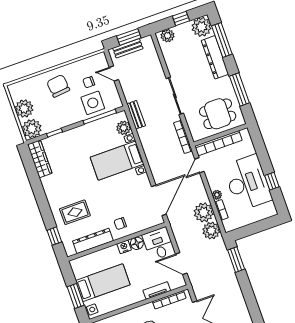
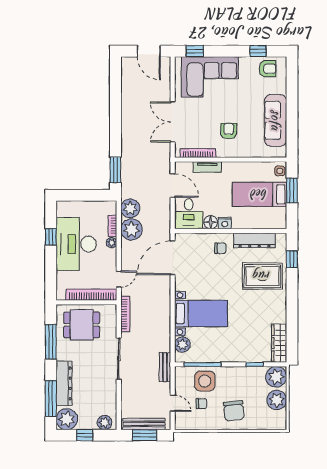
bench: (128, 48) -> (144, 424), width x1.36
bench: (136, 115) -> (165, 367), moved
rug: (75, 212) -> (262, 276), width x1.36, depth x1.43

